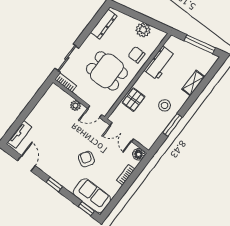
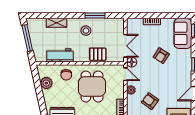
armchair: (51, 116) -> (150, 101), added
floor lamp: (139, 154) -> (132, 62), moved

